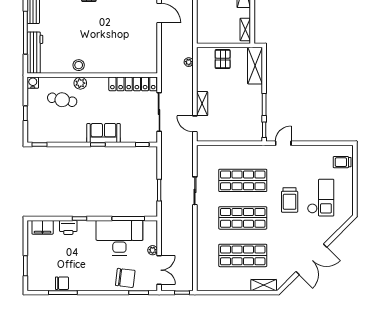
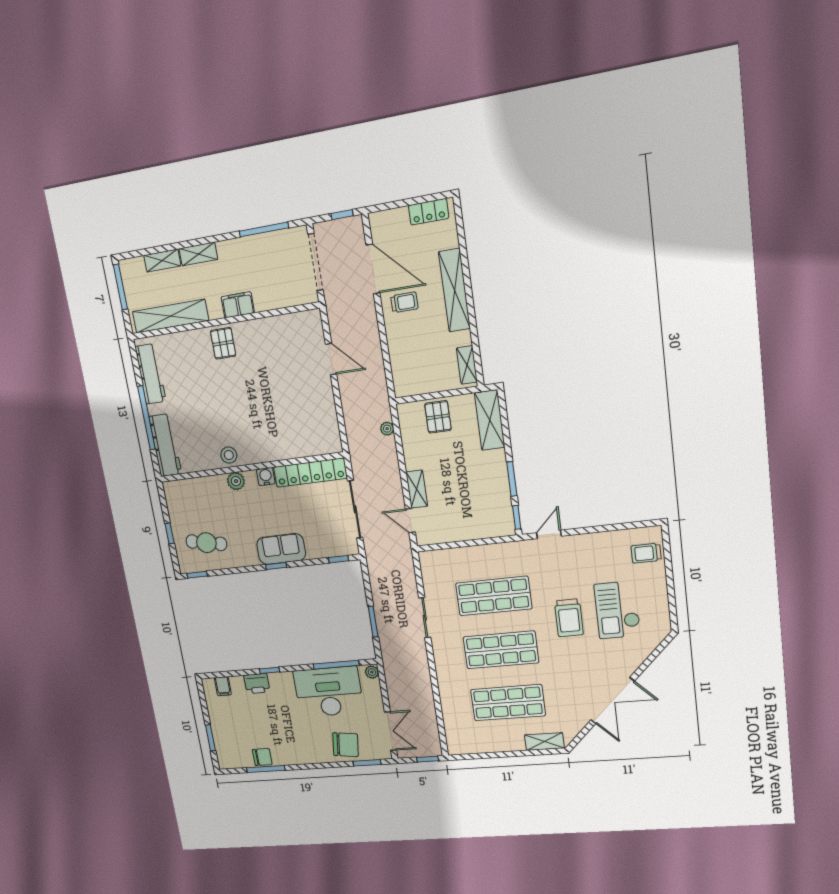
water cooler: (33, 83) -> (266, 477), moved
cafe table: (62, 100) -> (206, 543), moved
checkout: (321, 198) -> (617, 610), turned 180
filing cabinet: (43, 227) -> (223, 686), width x0.50
plant: (153, 250) -> (372, 672), moved

